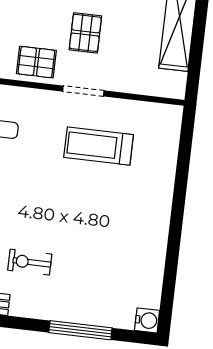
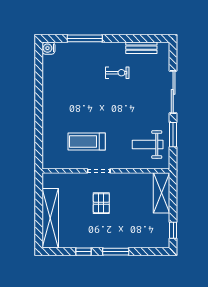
pallet: (36, 62) -> (127, 184), removed
treadmill: (99, 146) -> (87, 141), turned 180

